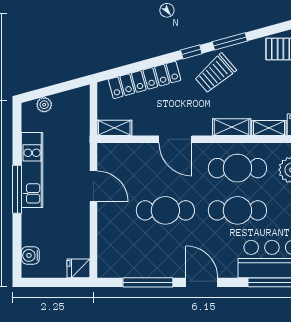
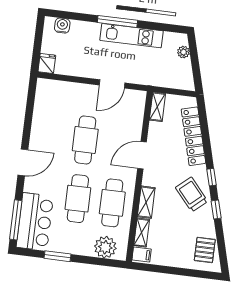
window: (230, 41) -> (216, 210), width x0.67
window: (148, 282) -> (28, 118), removed

